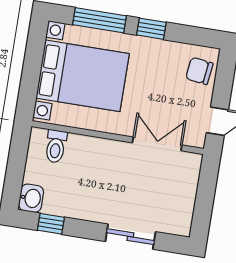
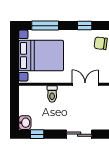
window: (151, 29) -> (85, 26), moved
toilet: (56, 146) -> (52, 94), moved

